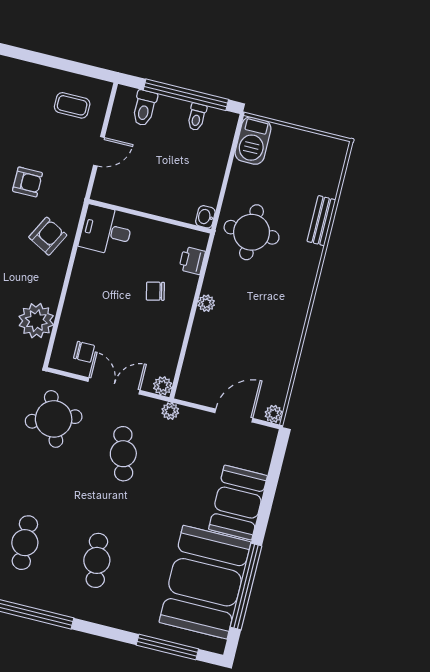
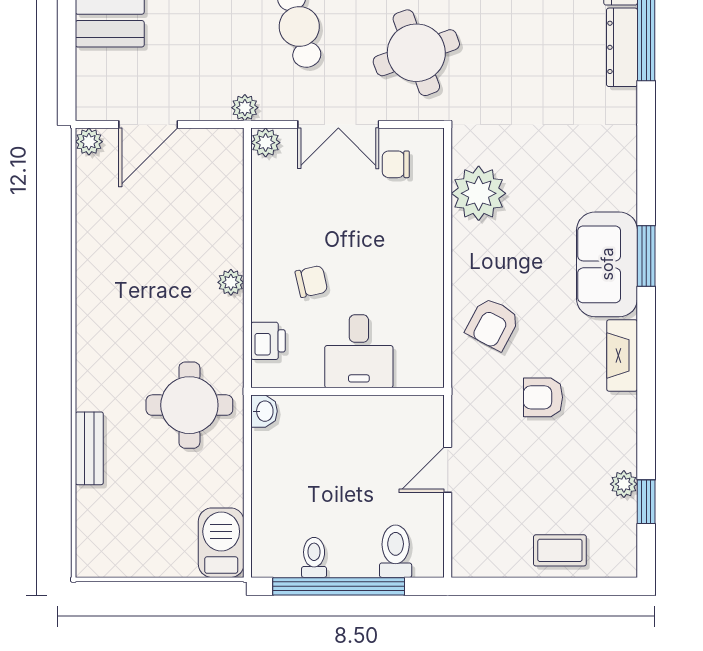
coffee table: (72, 105) -> (560, 550), moved
desk: (106, 230) -> (359, 351), moved, turned 90

